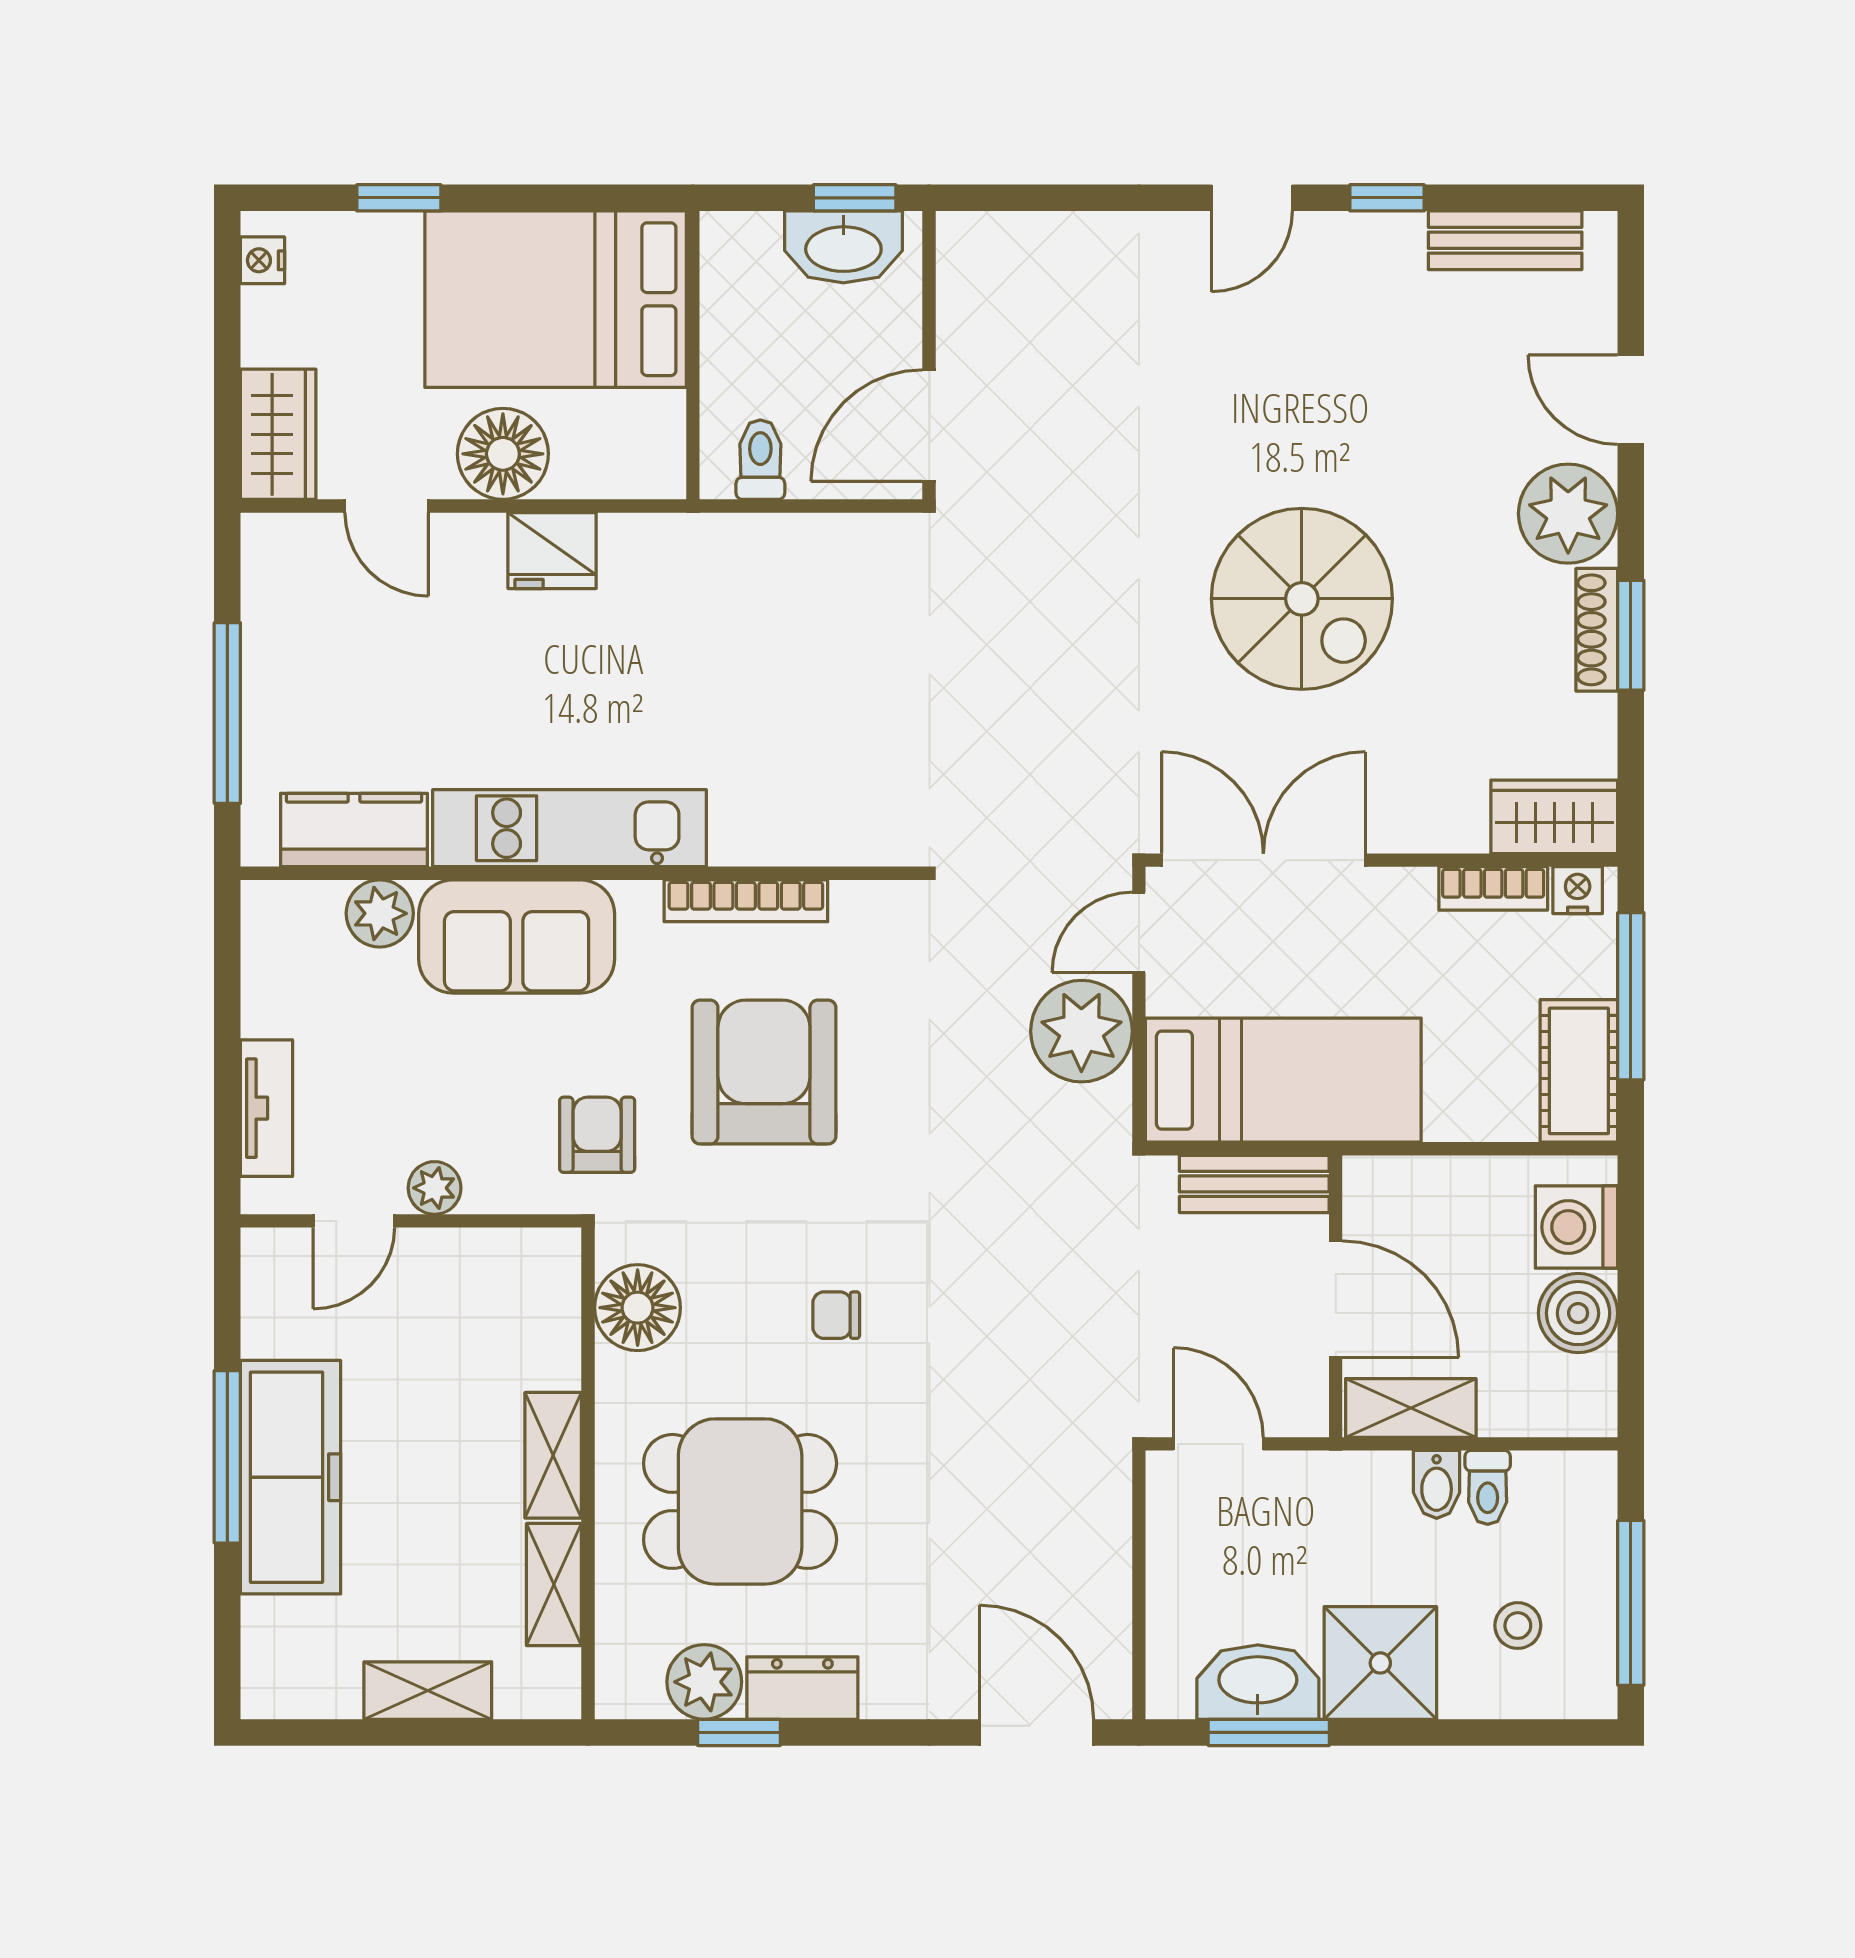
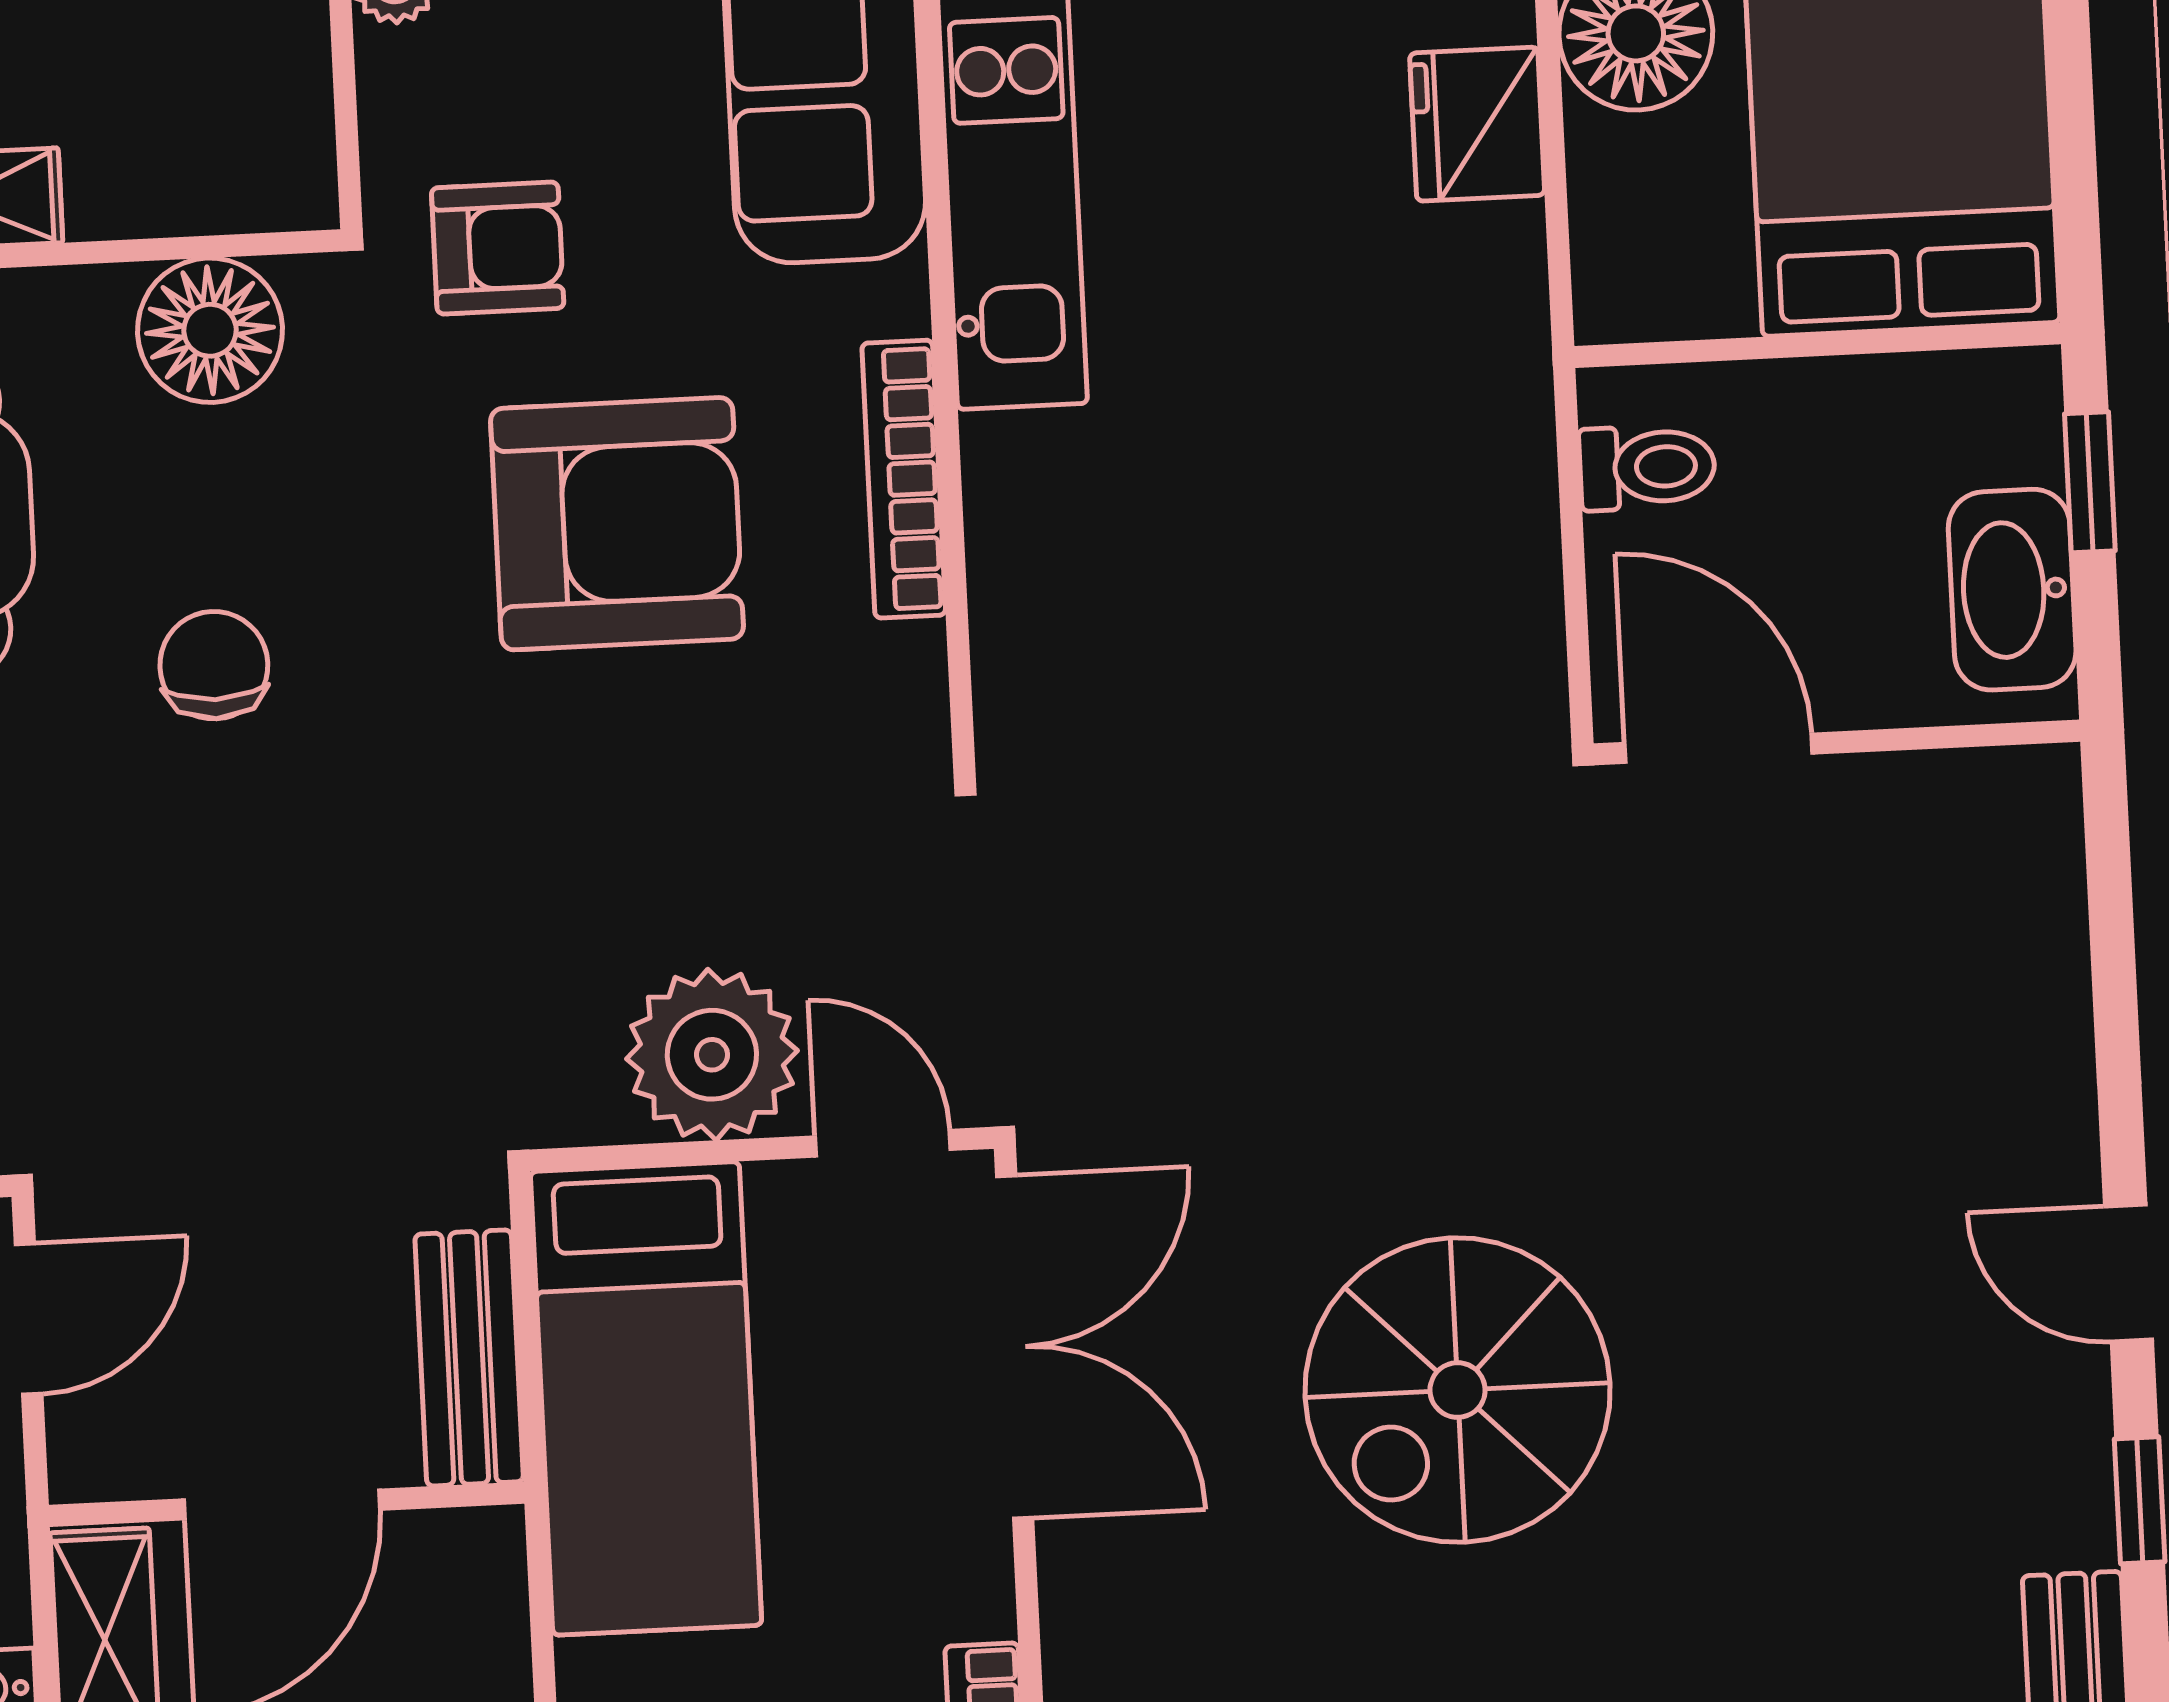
window: (855, 198) -> (2090, 482), moved
chair: (836, 1315) -> (214, 665), width x1.37, depth x1.37

